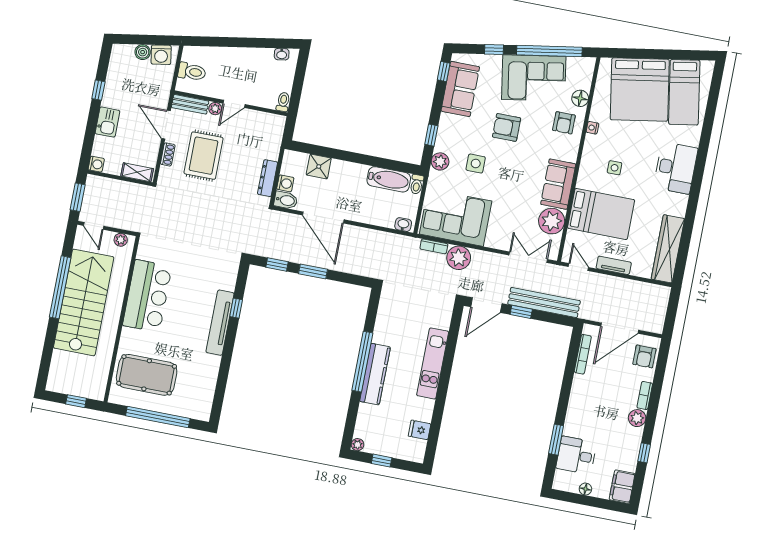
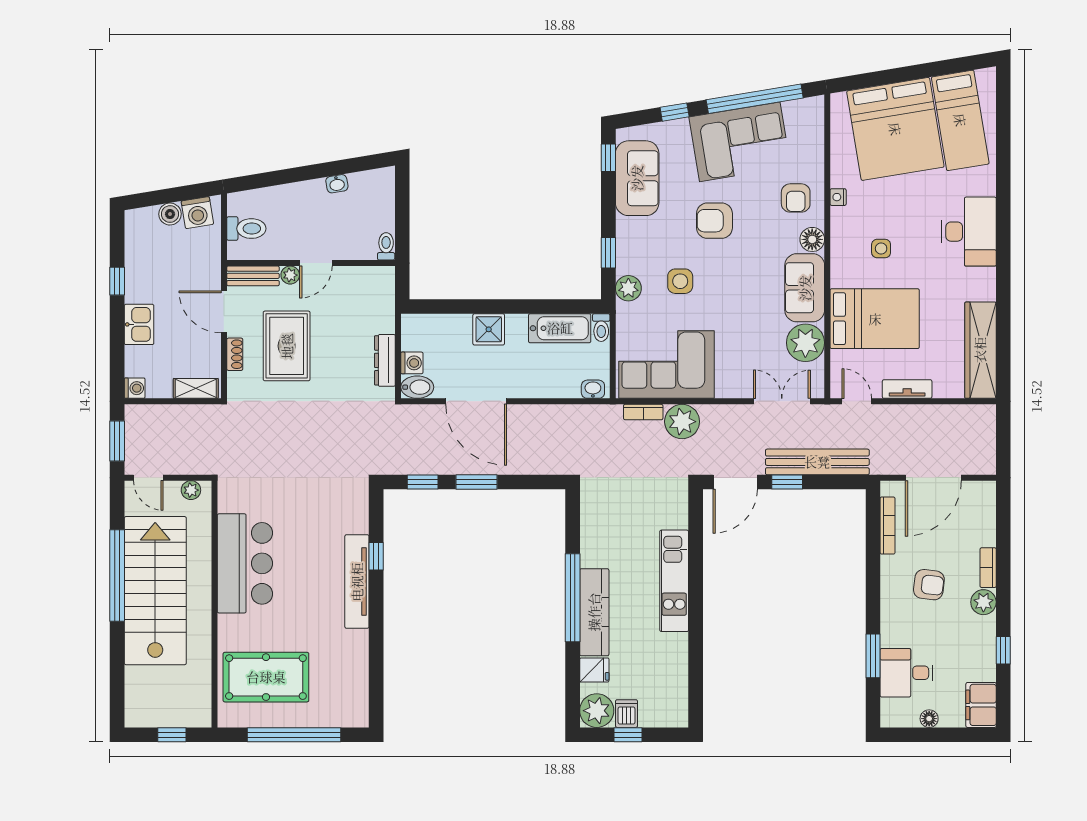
washbasin: (282, 54) -> (337, 184), moved
floor lamp: (580, 98) -> (812, 239), moved
shower: (319, 166) -> (489, 329), moved
armchair: (644, 356) -> (929, 585), moved, turned -83
fridge: (420, 430) -> (594, 670), moved, turned 180
plant: (358, 445) -> (597, 711), width x1.88, depth x1.88
dishwasher: (383, 446) -> (626, 714), added

